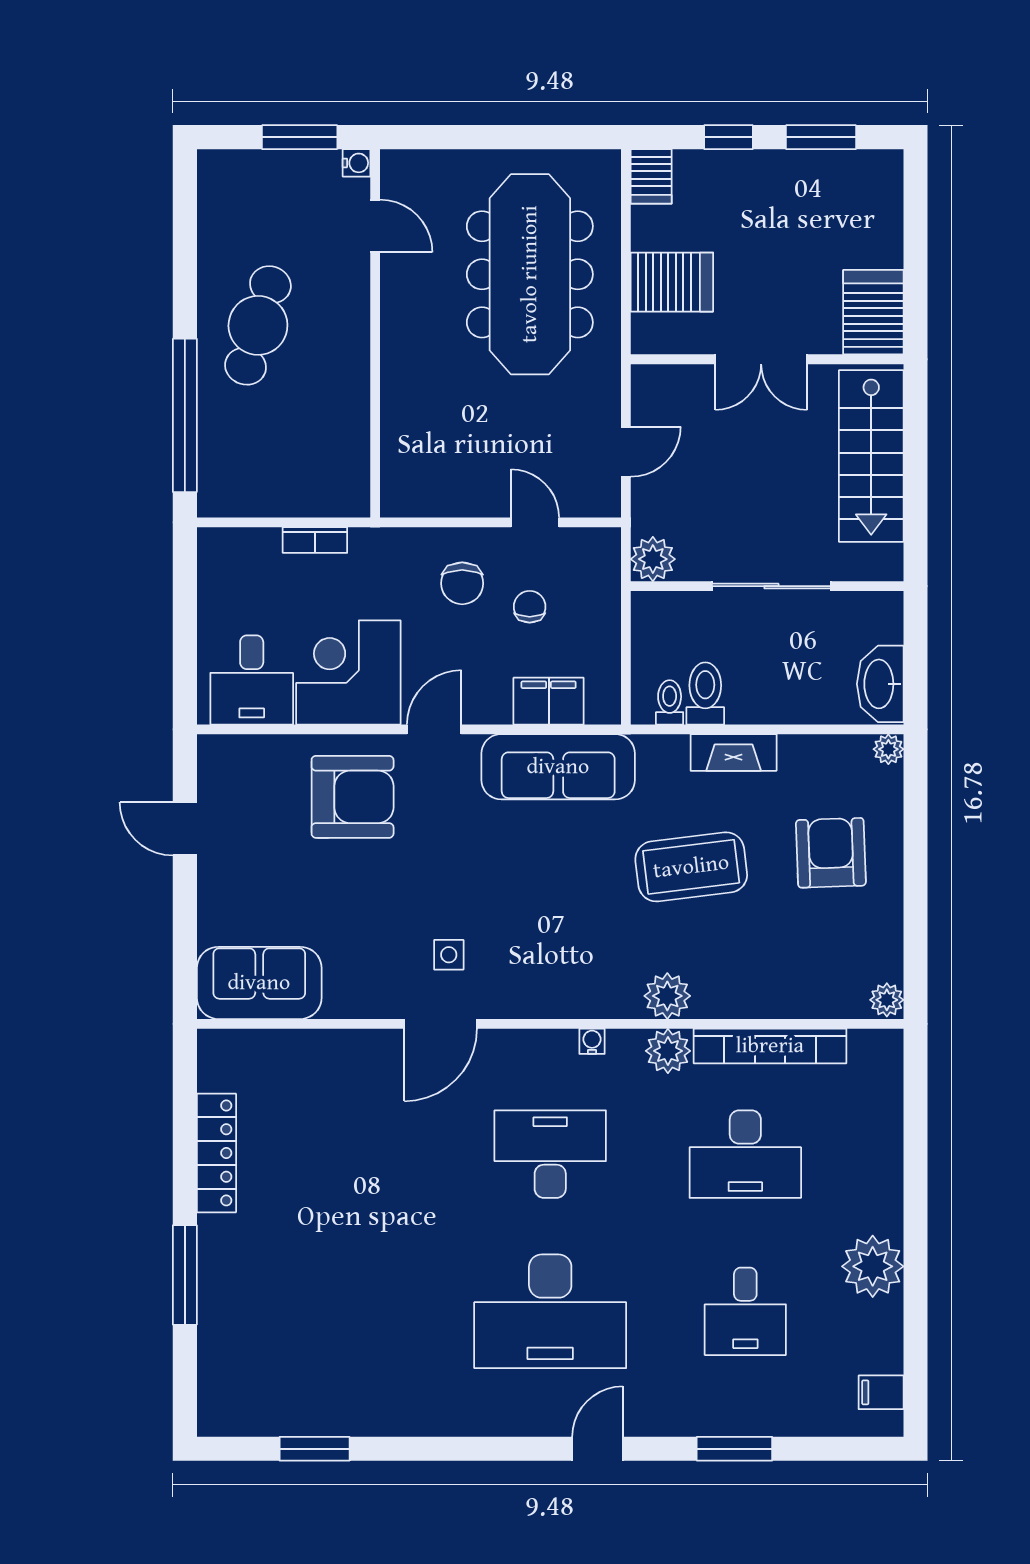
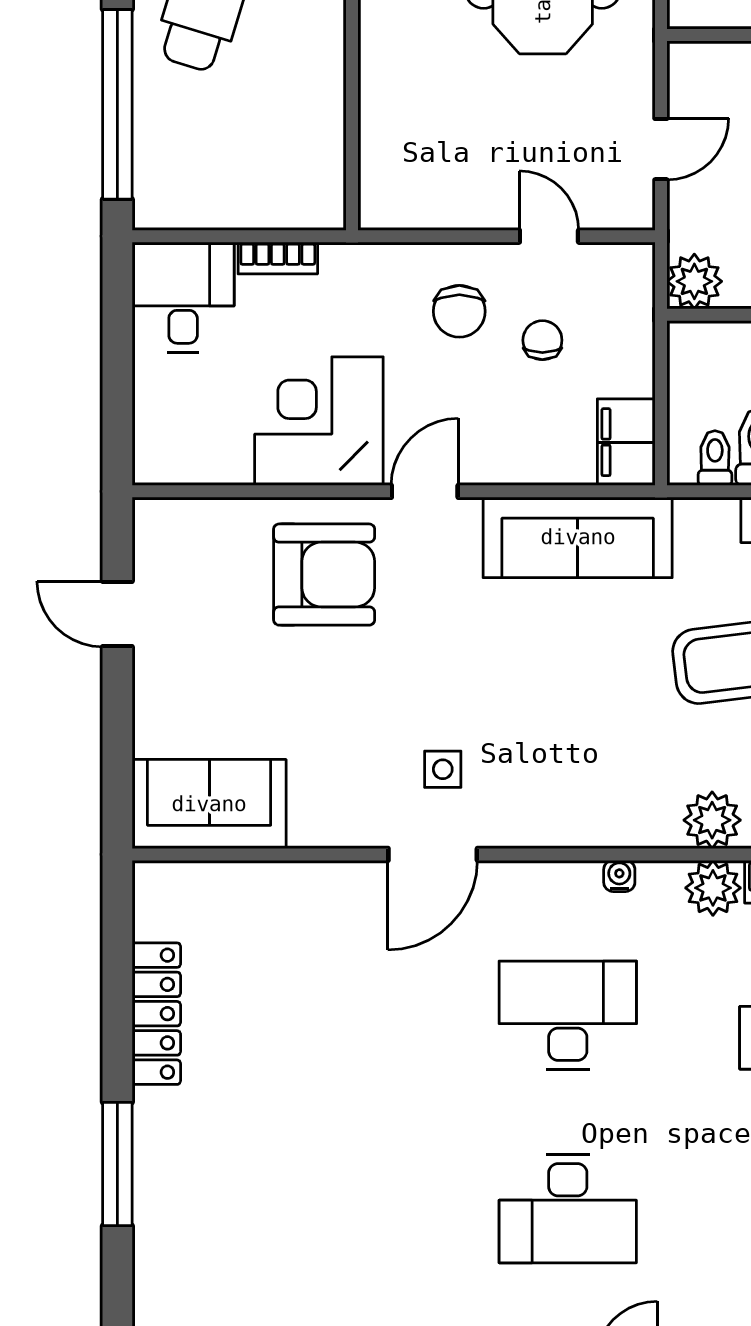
desk: (252, 680) -> (183, 297), moved, turned 180
filing cabinet: (549, 701) -> (626, 442), moved, turned -90
desk: (550, 1311) -> (568, 1209), width x0.73, depth x0.77

